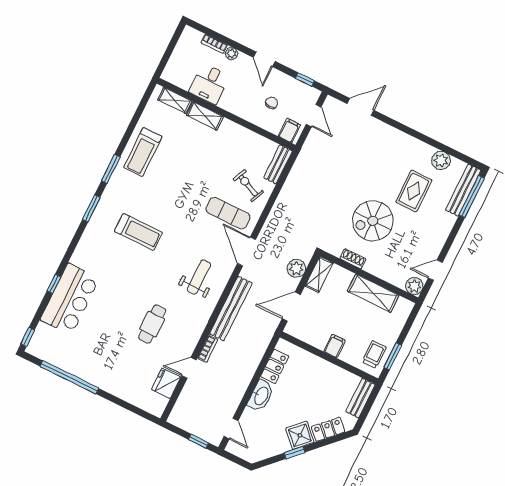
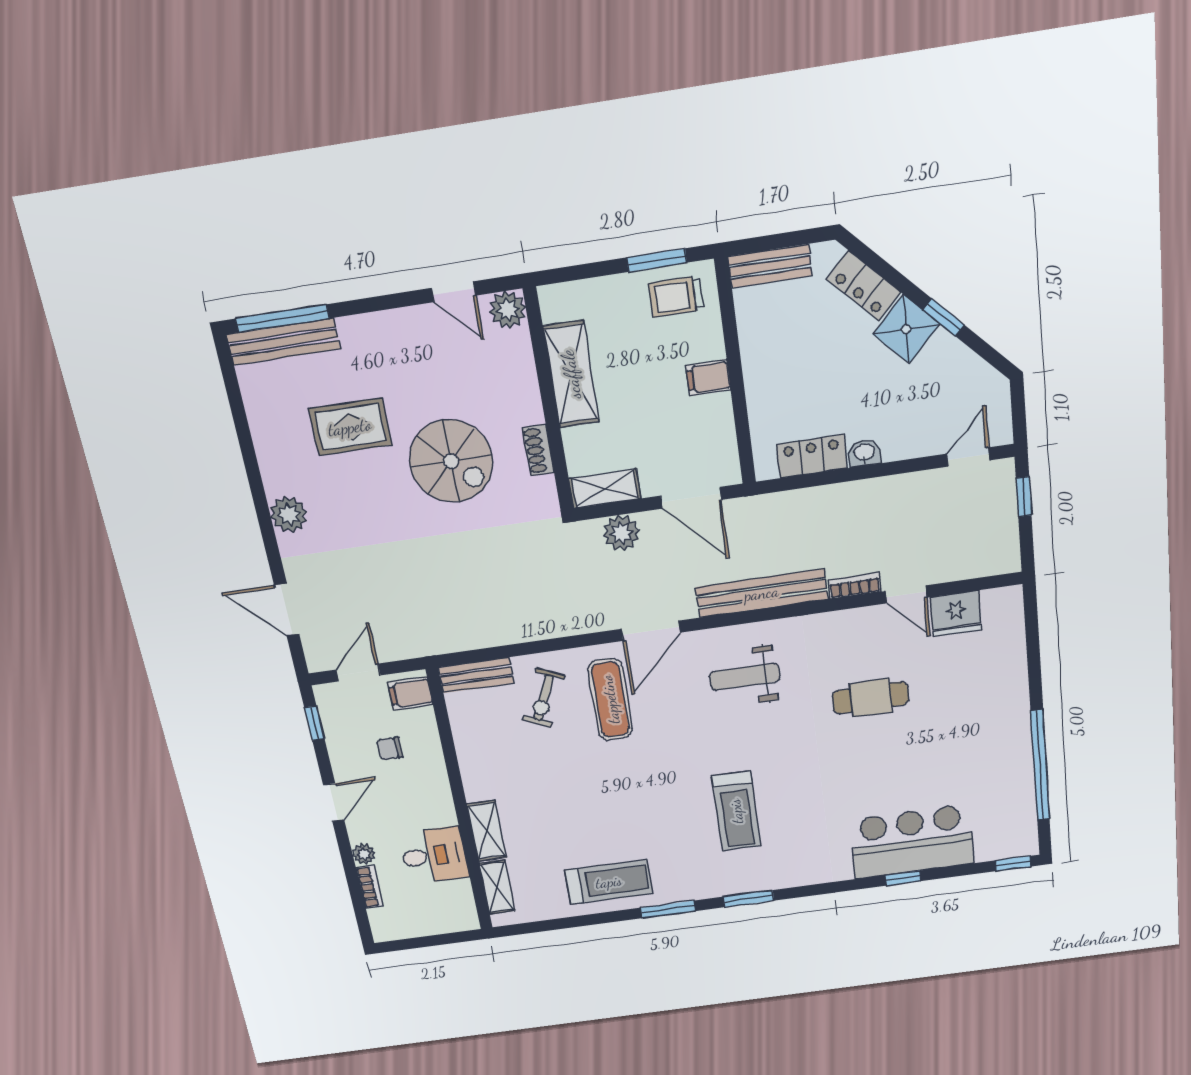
plant: (441, 161) -> (289, 514), moved
treadmill: (138, 232) -> (736, 811), turned 180
washbasin: (261, 396) -> (864, 453), width x0.52, depth x0.69

